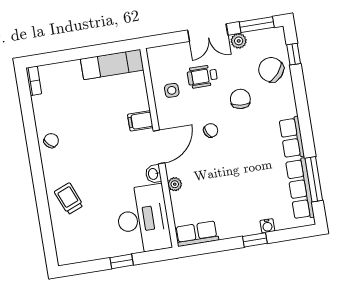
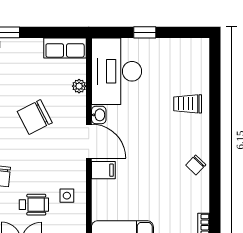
chair: (211, 130) -> (35, 117), moved, width x1.87, depth x1.87
door: (159, 147) -> (89, 141), swing flipped
plant: (175, 184) -> (79, 86), moved
trolley: (69, 199) -> (188, 104), turned 112

